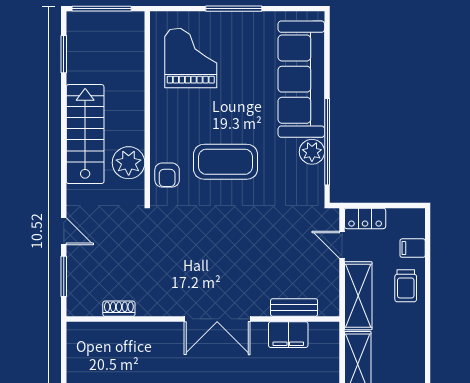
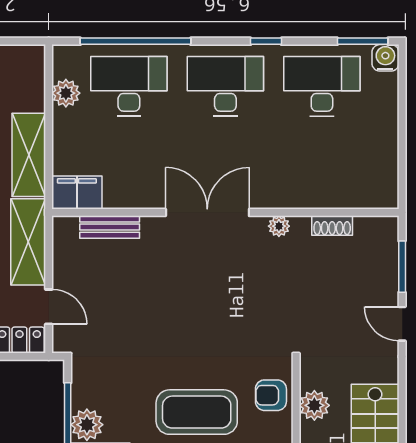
plant: (129, 163) -> (314, 405), width x0.73, depth x0.73
armchair: (167, 175) -> (271, 395), turned -90
plant: (161, 308) -> (279, 226), added
filing cabinet: (288, 335) -> (77, 193), moved

